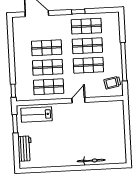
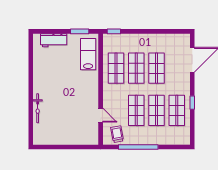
door: (78, 100) -> (101, 115), moved

